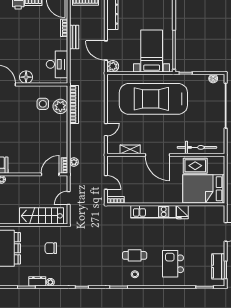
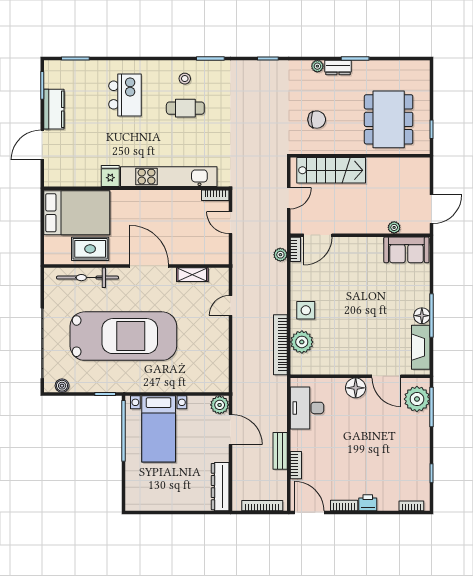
car: (153, 99) -> (123, 336), moved
side table: (43, 104) -> (306, 310), moved
kitchen unit: (153, 212) -> (169, 177), width x1.36
kitchen counter: (218, 266) -> (54, 109), moved

